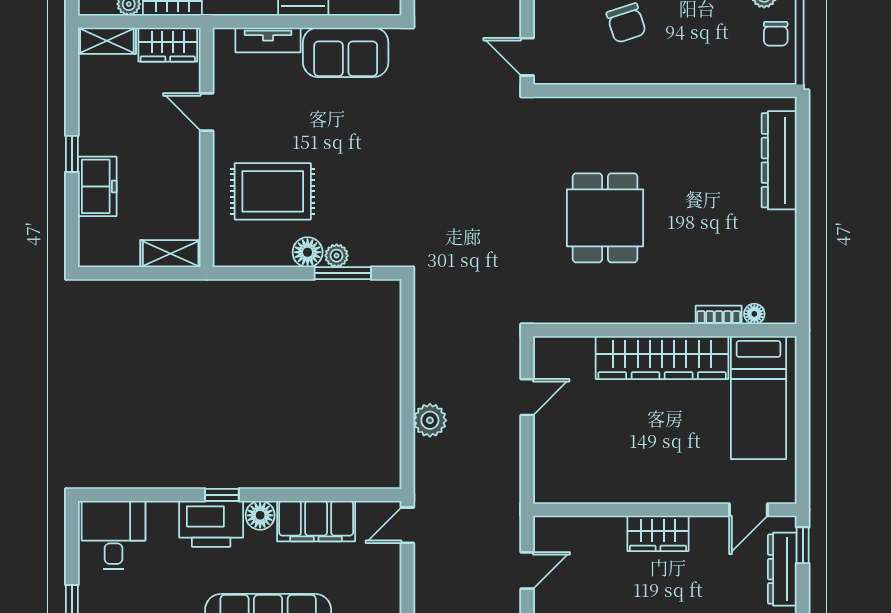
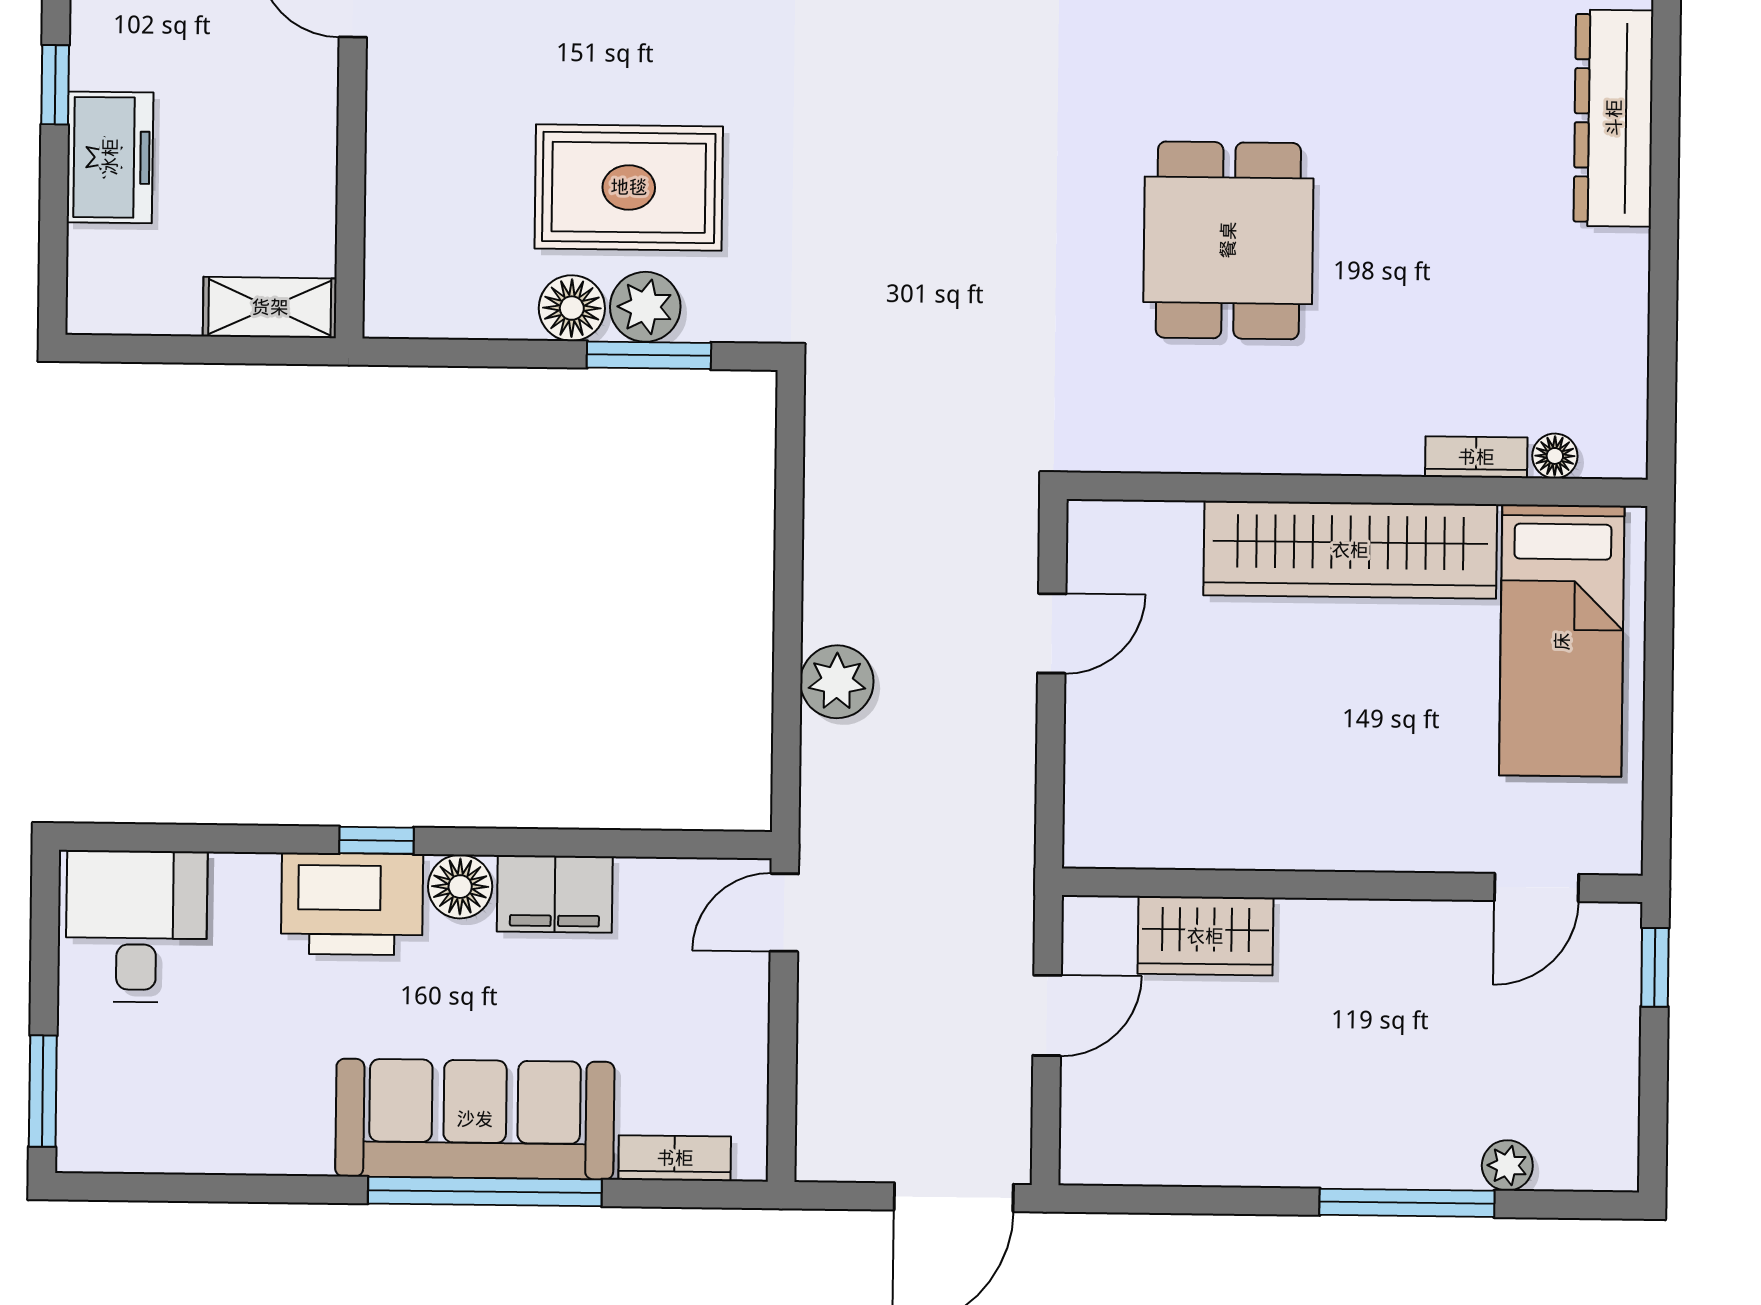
rug: (273, 191) -> (629, 187), moved
plant: (337, 256) -> (645, 307), width x1.38, depth x1.38
filing cabinet: (316, 521) -> (555, 894), width x0.67, depth x0.86
wardrobe: (658, 533) -> (1205, 936), moved
dresser: (782, 569) -> (1610, 1019), removed

